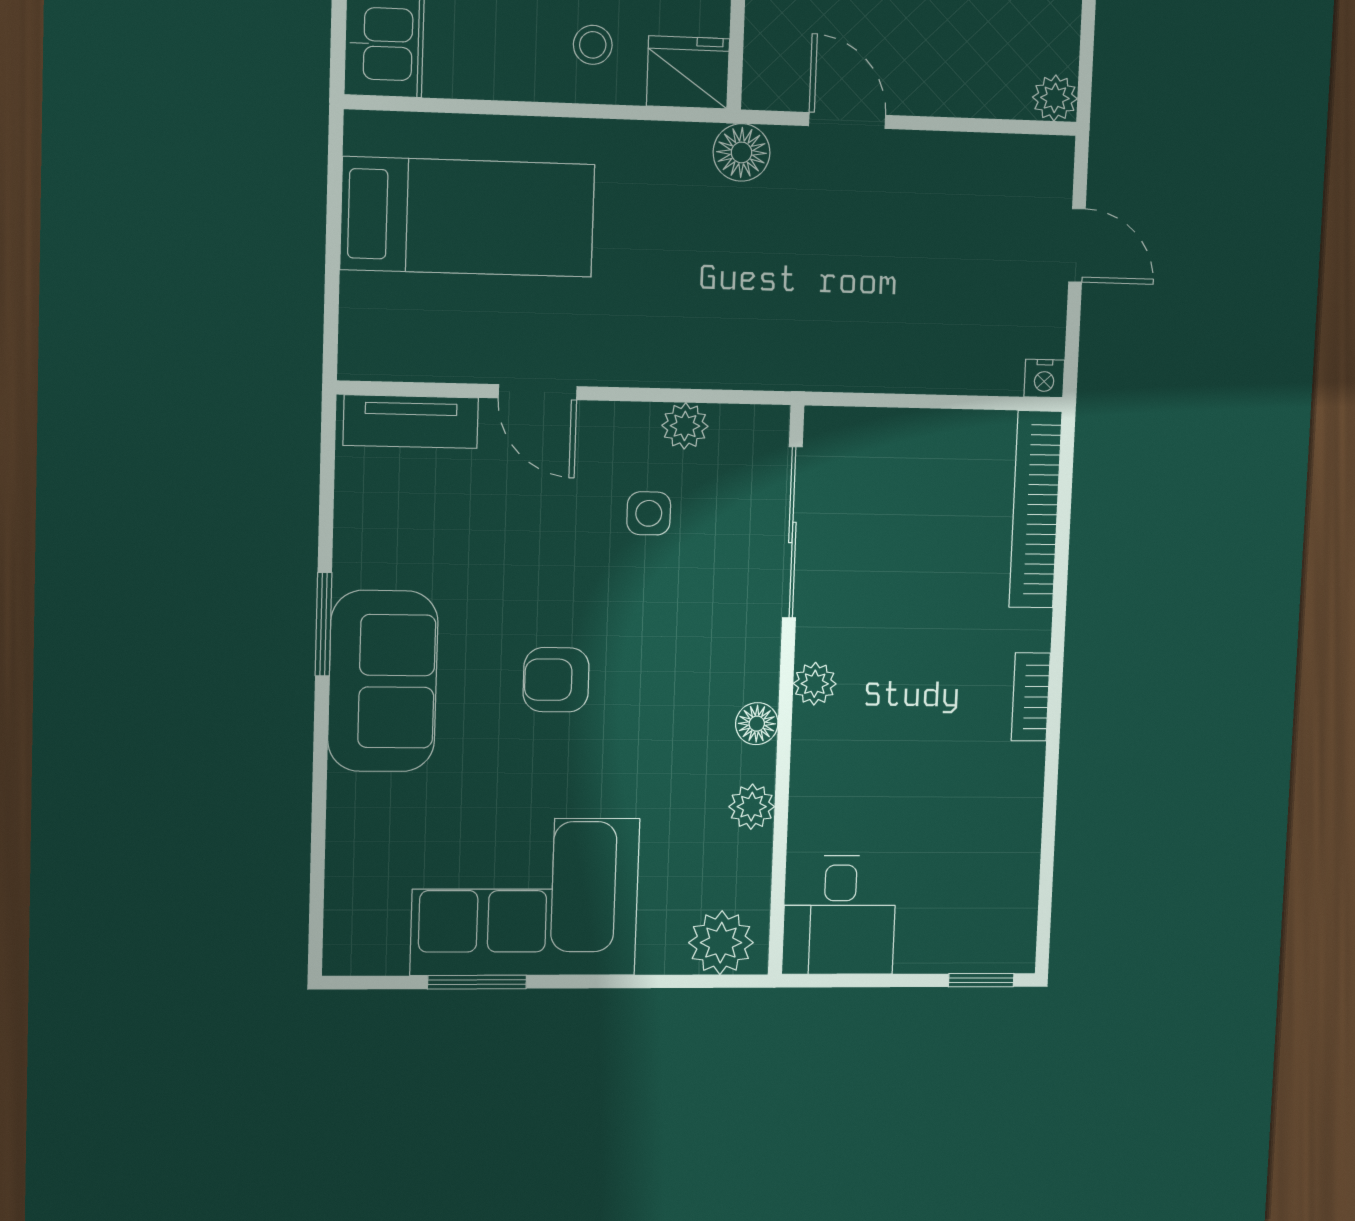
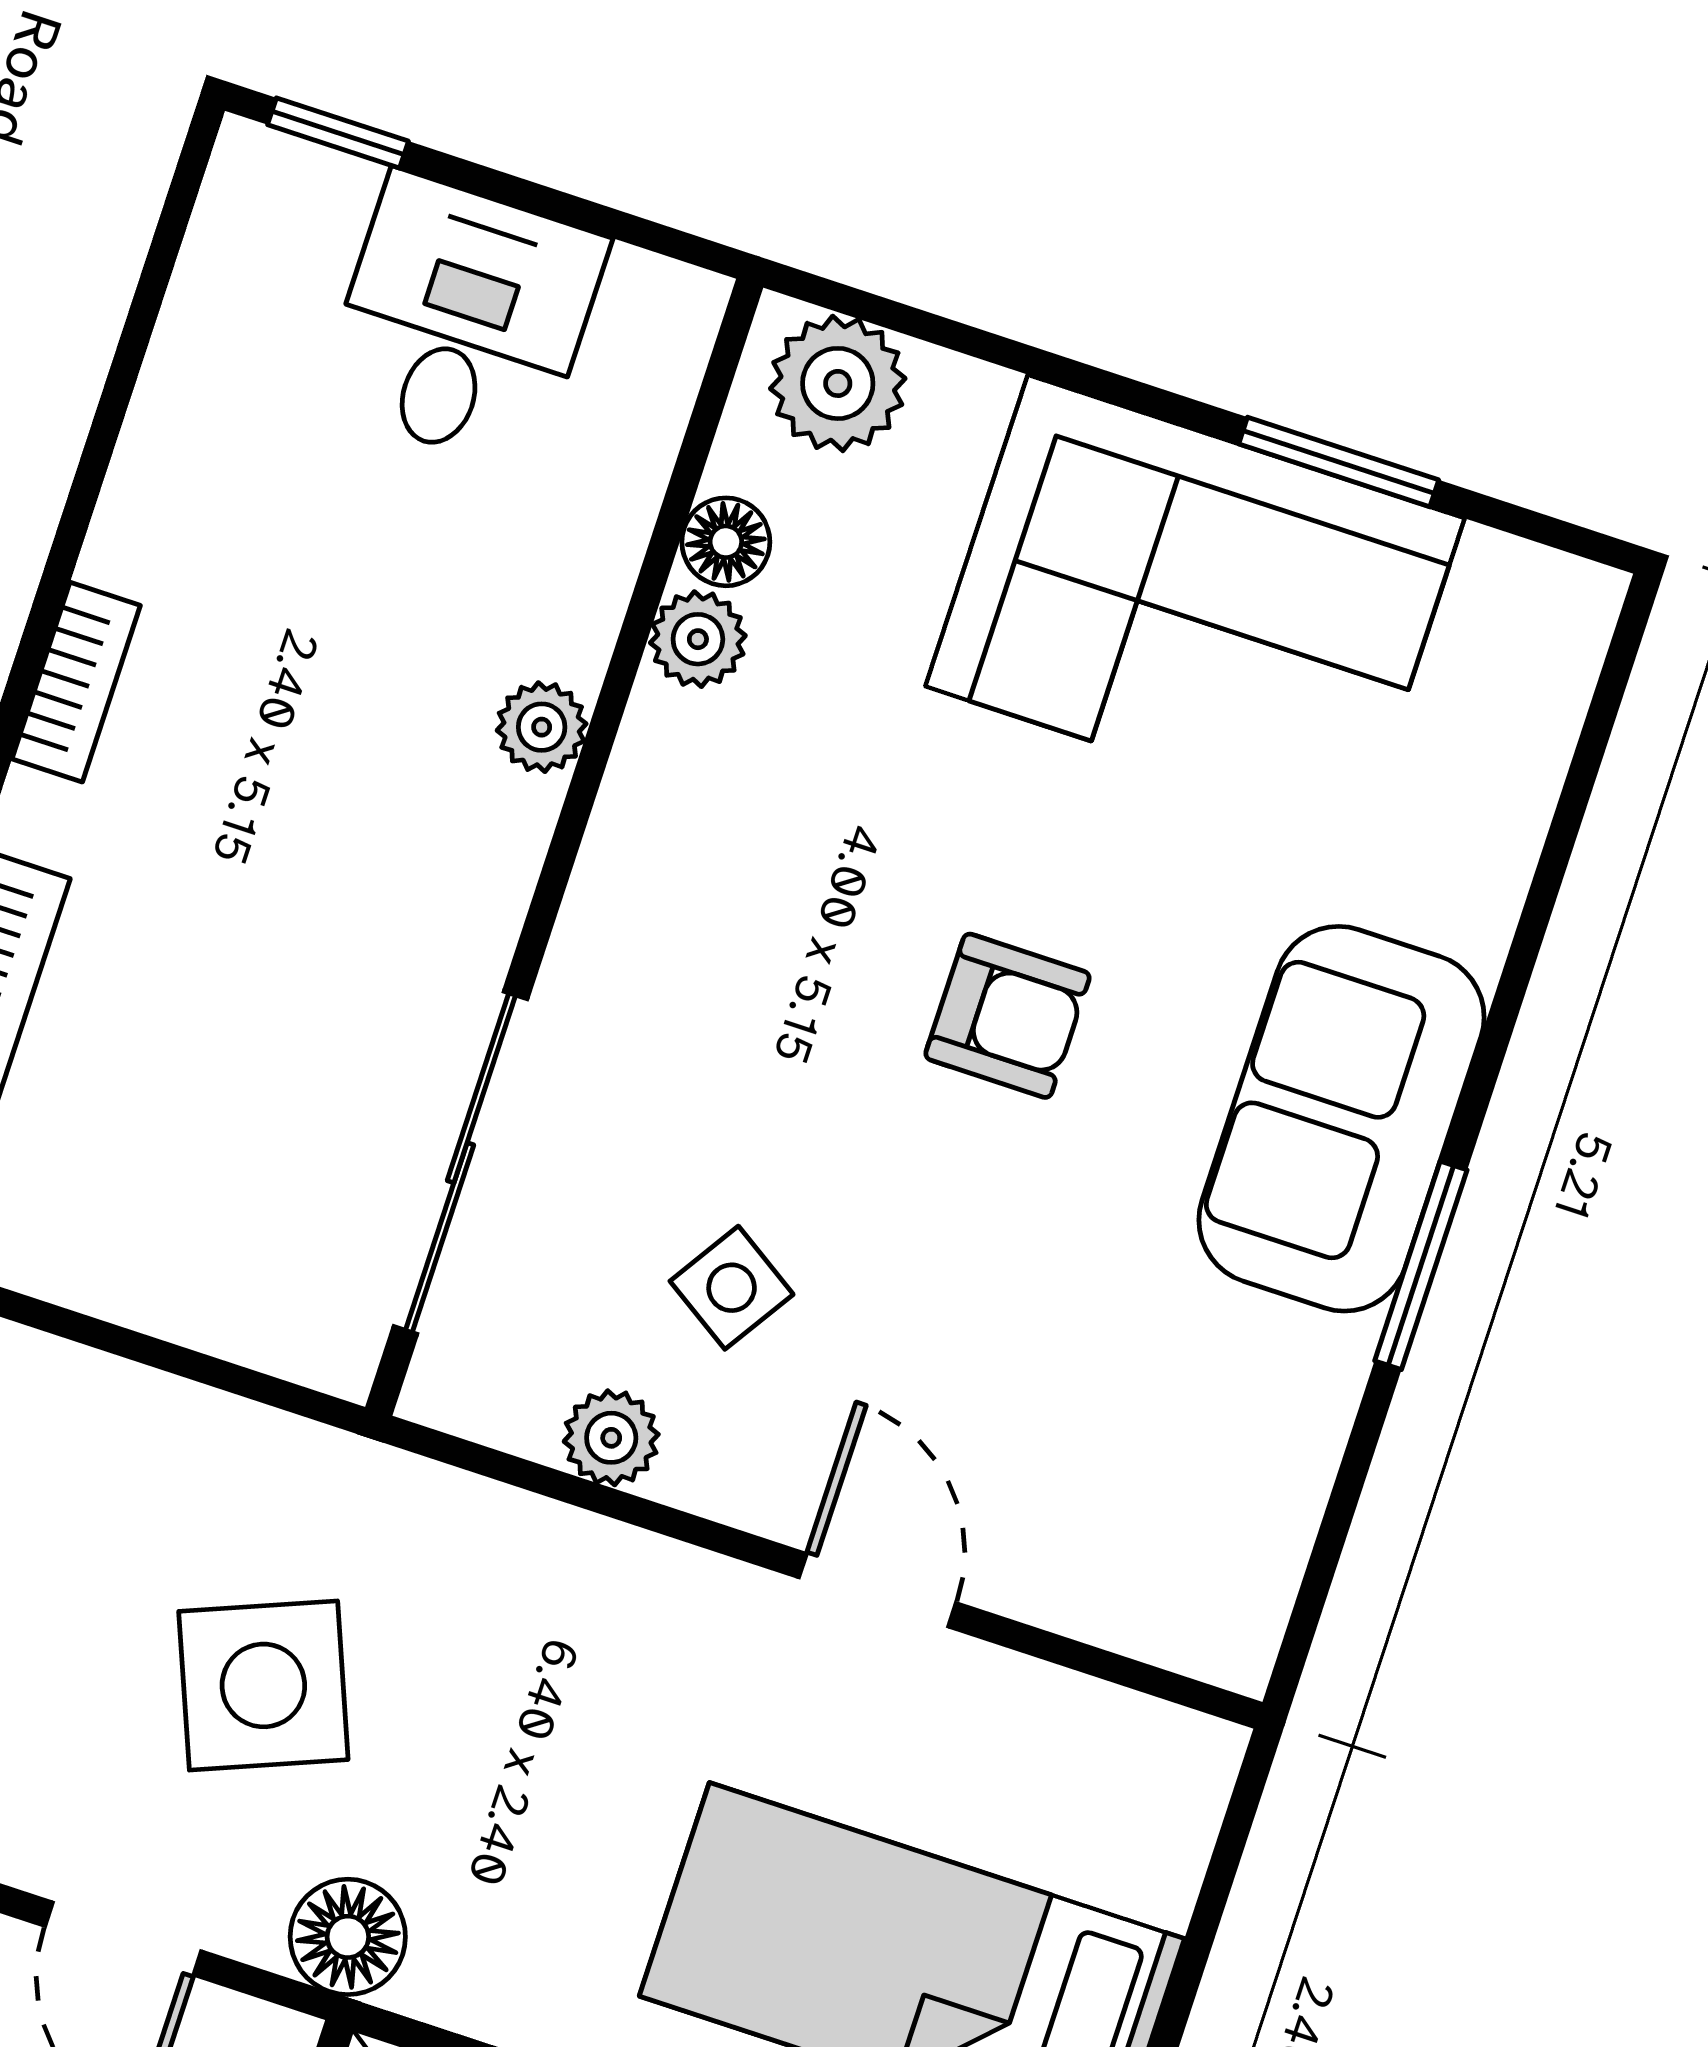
side table: (815, 260) -> (263, 1685), added
tv unit: (411, 422) -> (1137, 1607), removed
side table: (649, 513) -> (732, 1288), turned 33
plant: (815, 684) -> (542, 727), moved
floor lamp: (757, 724) -> (726, 542), moved
desk: (839, 915) -> (463, 321), moved

